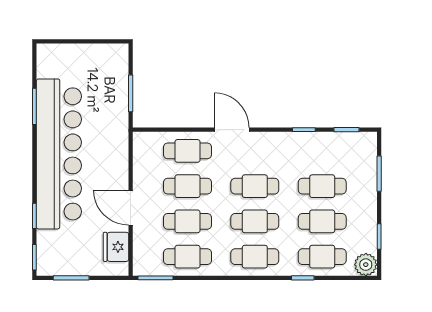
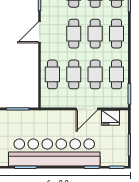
door: (232, 130) -> (39, 32), moved

